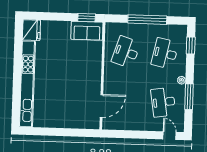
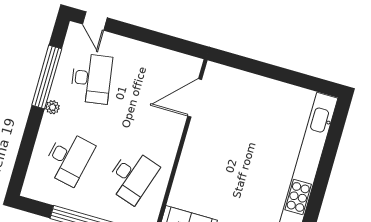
window: (191, 45) -> (23, 160), removed
window: (189, 97) -> (47, 77), width x1.46

